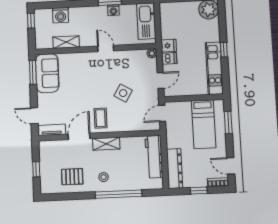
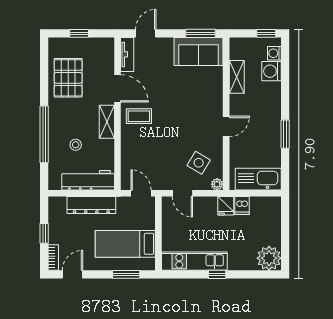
washing machine: (113, 10) -> (274, 53), moved
dishwasher: (169, 58) -> (242, 206), moved
side table: (123, 93) -> (199, 163), moved
dresser: (175, 169) -> (91, 205), moved
pallet: (72, 177) -> (68, 78), width x1.50, depth x1.42
stool: (104, 177) -> (76, 145), moved

